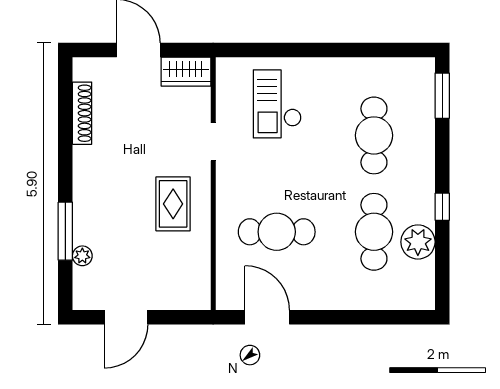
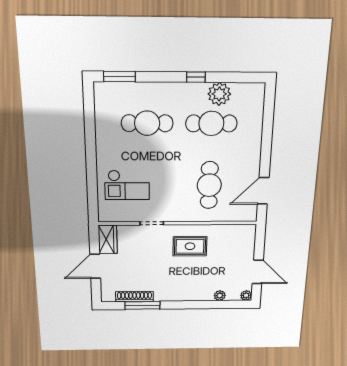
window: (65, 231) -> (142, 305), moved
plant: (82, 300) -> (246, 295), added

